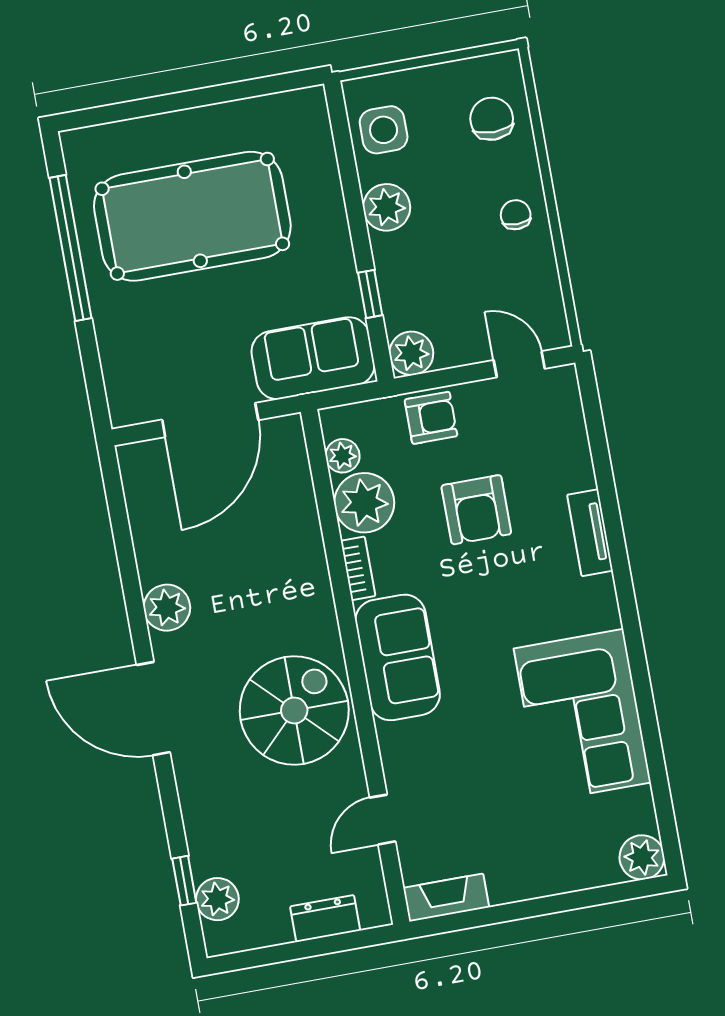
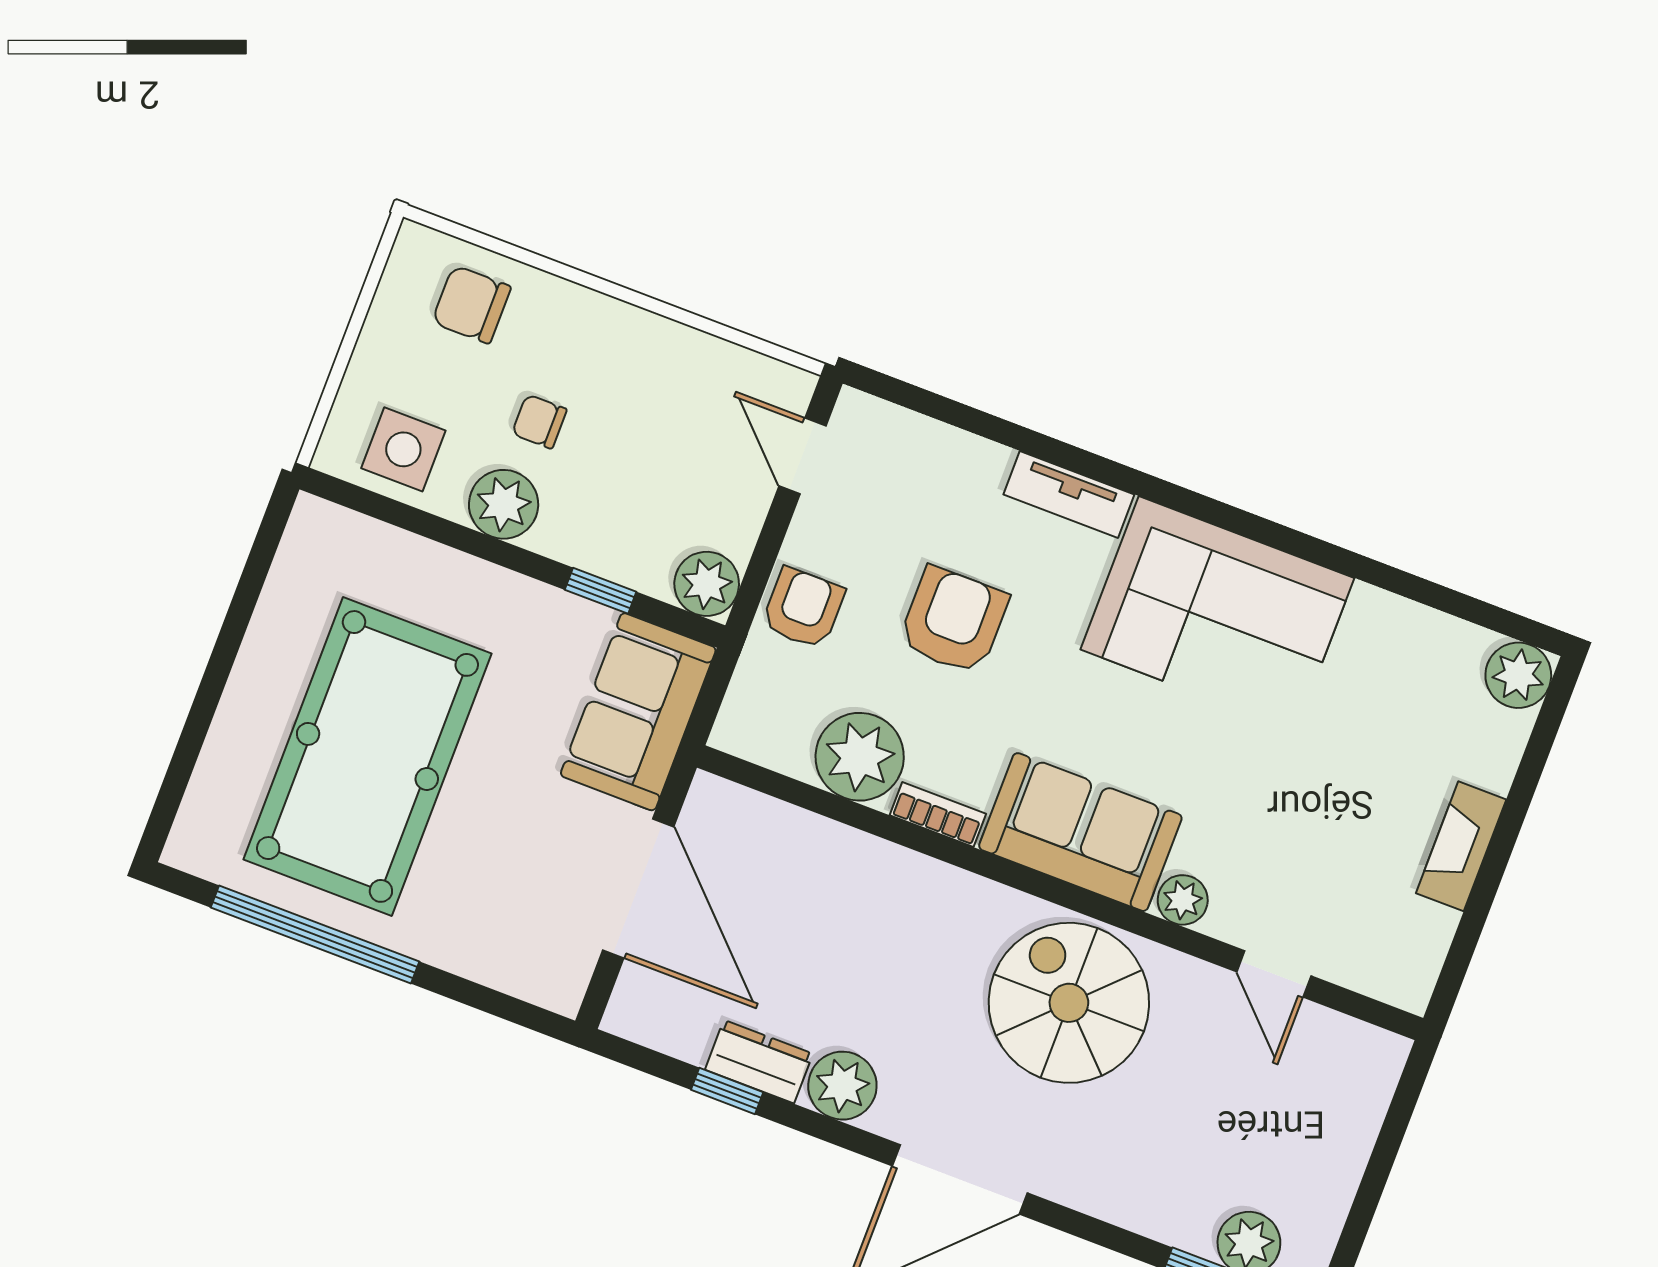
chair: (516, 215) -> (539, 422), moved
door: (519, 364) -> (802, 456), hinge flipped
plant: (343, 456) -> (1183, 900), moved
armchair: (476, 510) -> (954, 620), turned -90
window: (123, 542) -> (727, 1091), added
corner sofa: (582, 716) -> (1217, 614), moved
fireplace: (446, 898) -> (1461, 846), moved
dresser: (325, 919) -> (759, 1062), moved, turned 90

